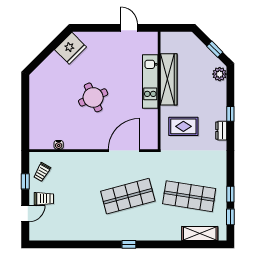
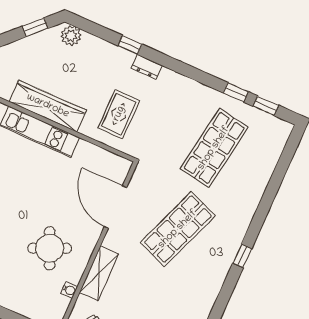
round table: (93, 97) -> (50, 248), moved
shop shelf: (128, 196) -> (178, 229), turned 36
shelving: (200, 233) -> (99, 273), moved

